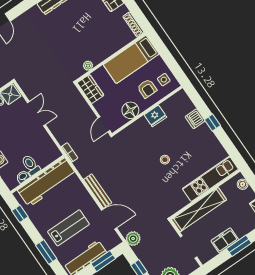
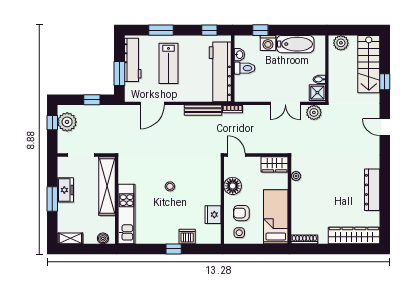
fridge: (155, 116) -> (213, 215), moved
bench: (98, 191) -> (203, 110), moved
plant: (133, 239) -> (314, 112), moved

